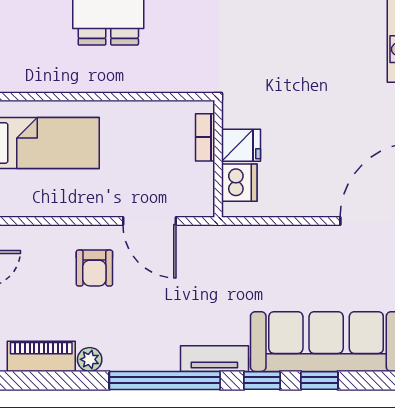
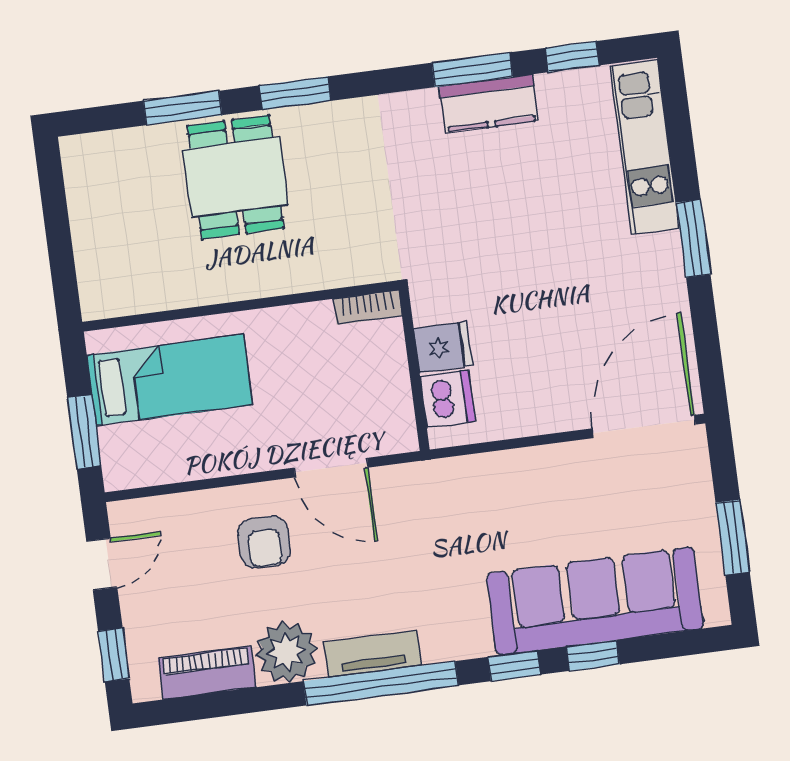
bookcase: (205, 137) -> (368, 307), moved, turned -90
plant: (90, 359) -> (287, 652), width x1.87, depth x1.87
tv unit: (214, 359) -> (373, 654), moved

